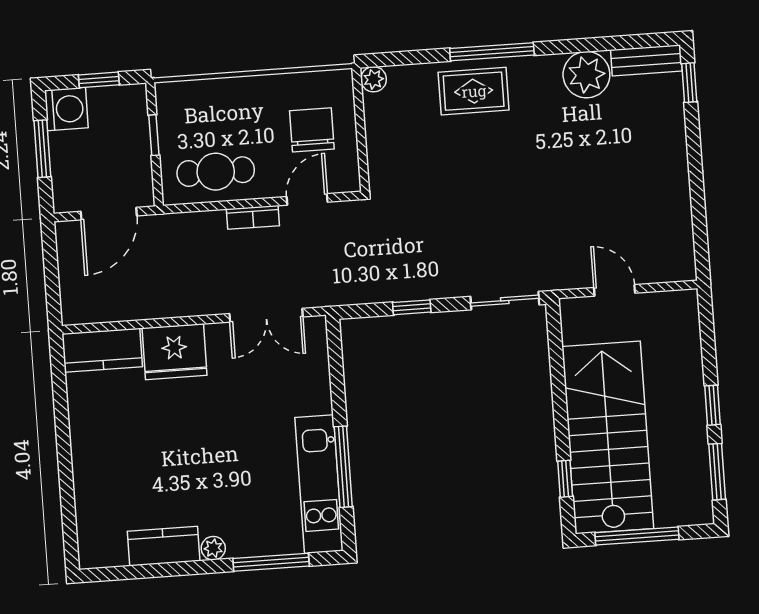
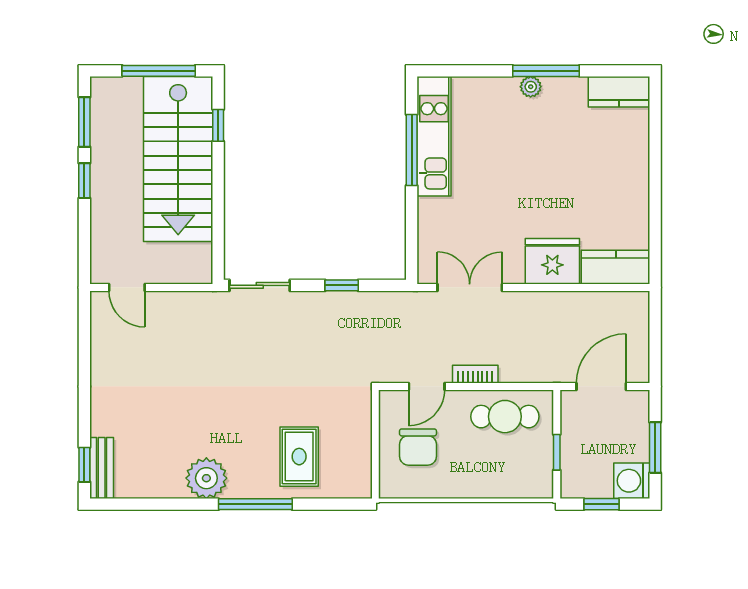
bench: (646, 60) -> (102, 468), moved, turned 90
plant: (586, 75) -> (206, 478), moved
plant: (374, 79) -> (361, 487), removed
rug: (474, 91) -> (299, 457), moved, turned 90
door: (614, 290) -> (127, 287), moved
kitchen counter: (164, 546) -> (619, 92), moved
window: (271, 562) -> (546, 71), moved

